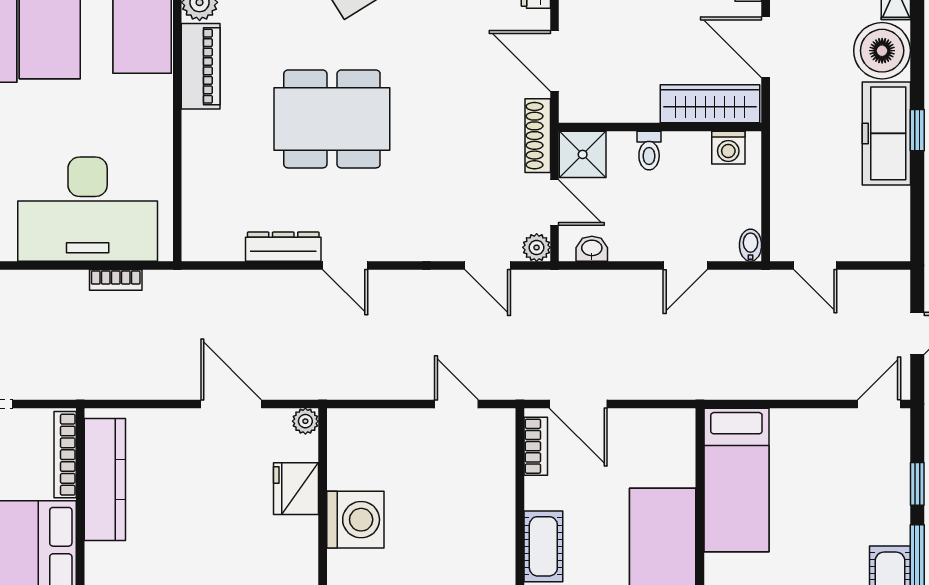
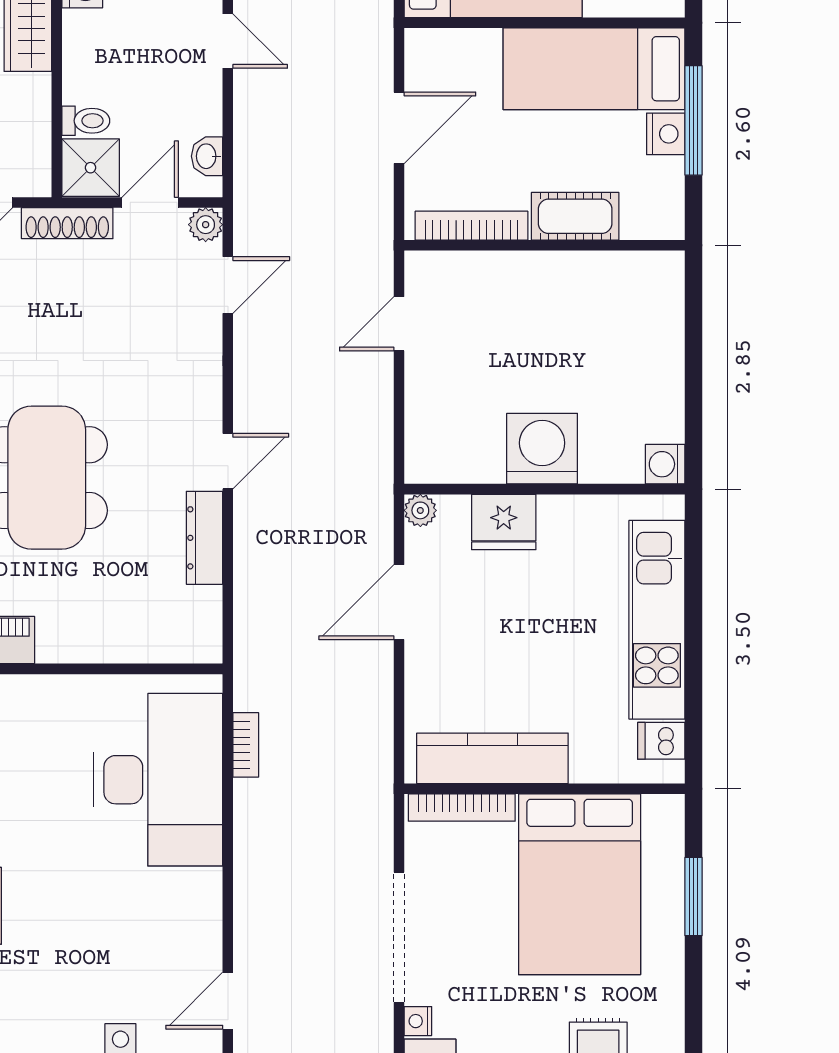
toilet: (649, 151) -> (86, 121), moved
door: (578, 404) -> (399, 128), moved
bookcase: (536, 446) -> (472, 226), width x1.56

